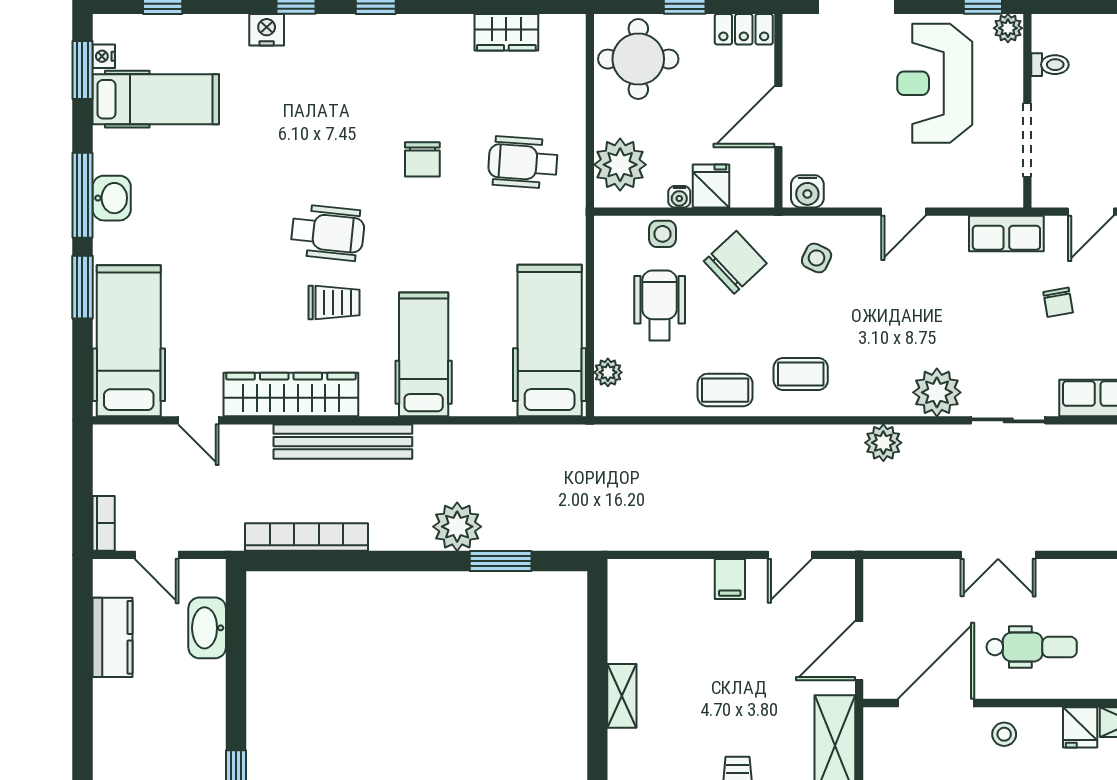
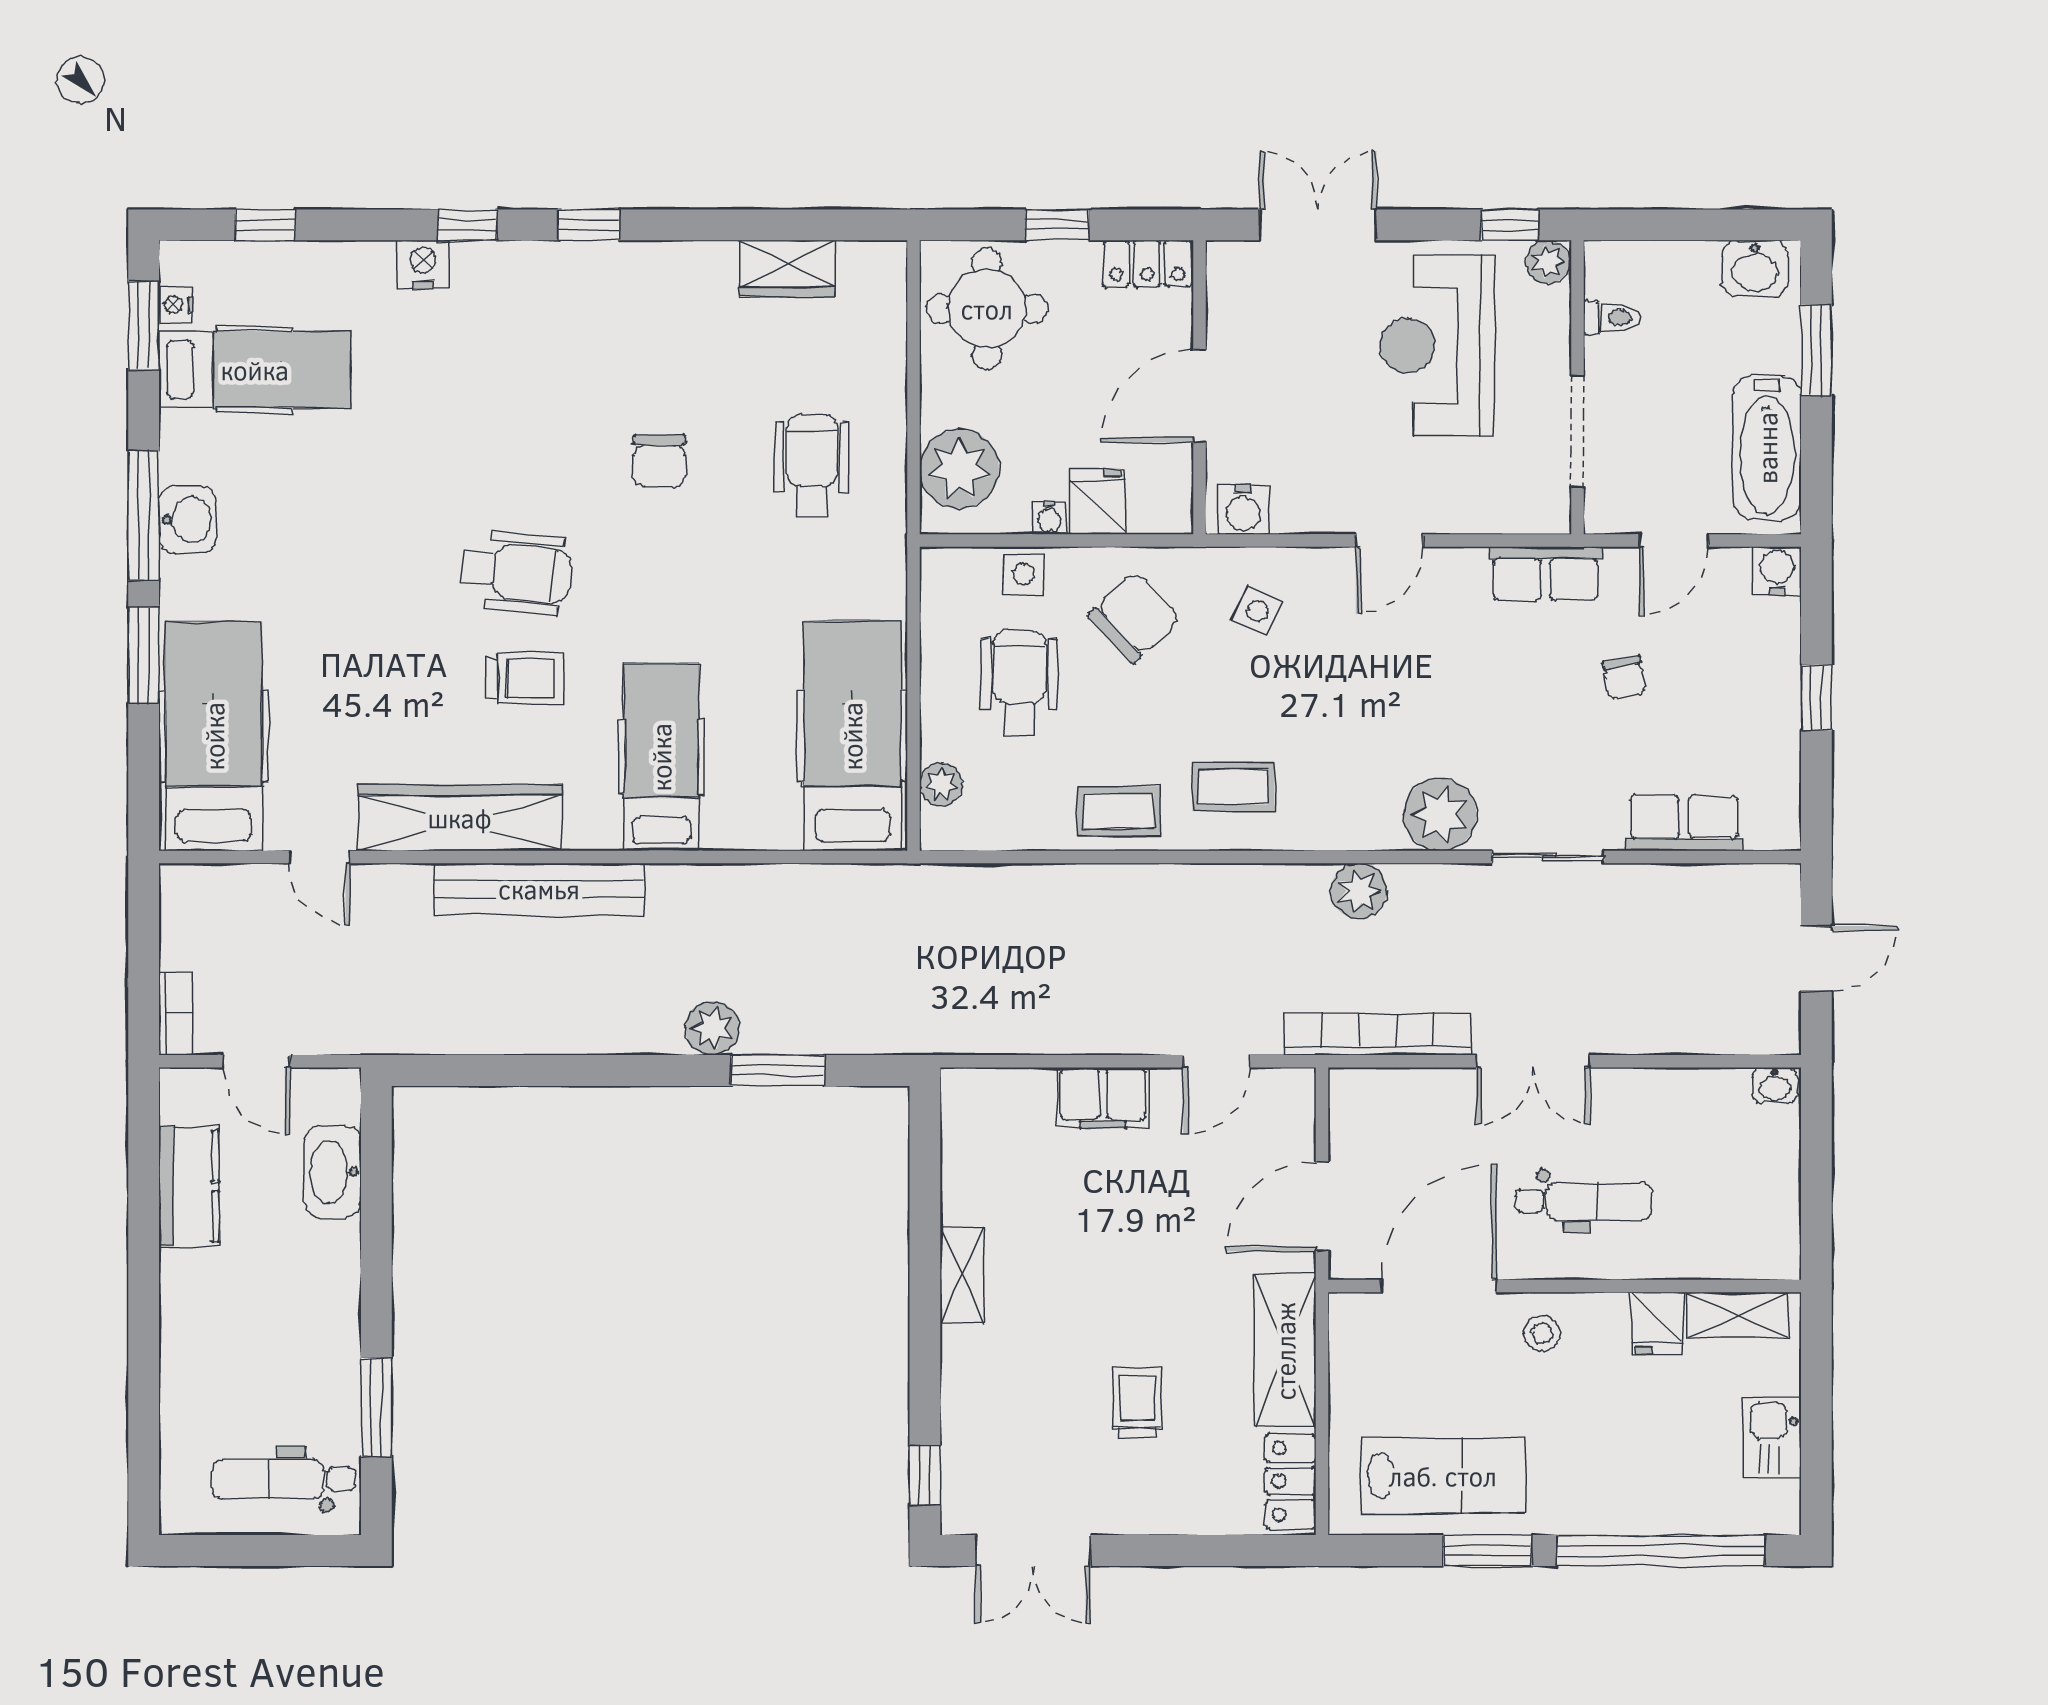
wheelchair: (523, 162) -> (812, 466), turned 86
plant: (457, 527) -> (712, 1028), width x0.73, depth x0.73
bookcase: (307, 537) -> (1377, 1034), moved
filing cabinet: (730, 579) -> (1103, 1098), width x2.00

